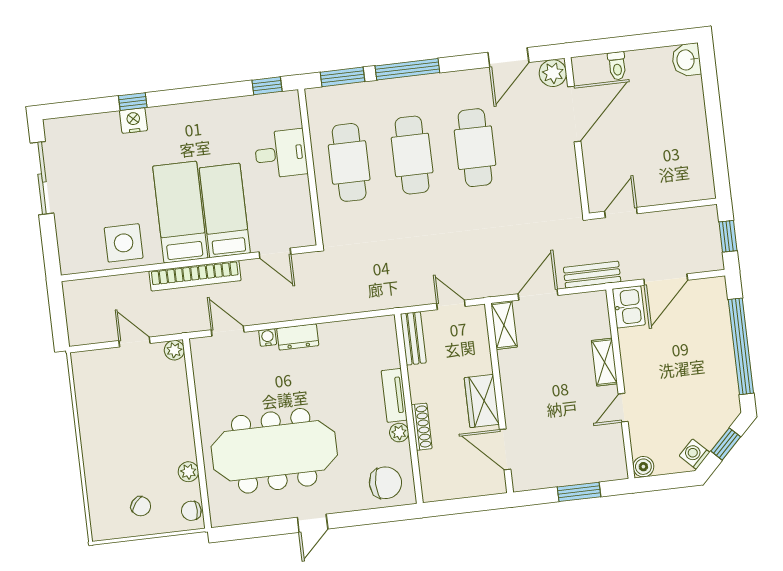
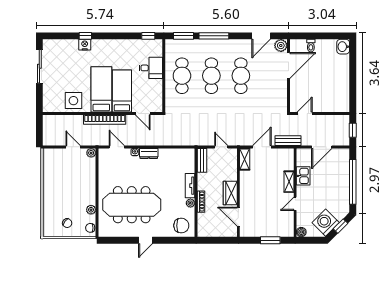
kitchen sink: (629, 307) -> (303, 176), moved
washing machine: (694, 454) -> (326, 223), width x1.89, depth x1.89

